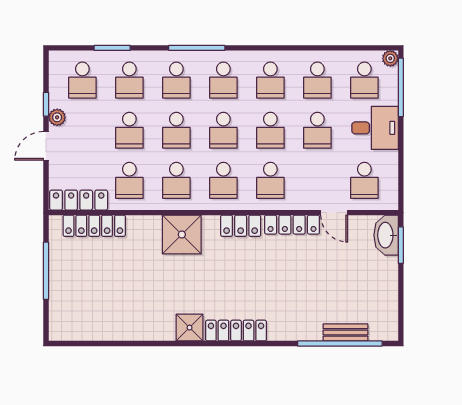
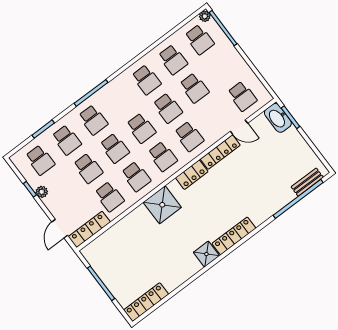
school desk: (223, 80) -> (120, 100), removed
desk: (375, 128) -> (226, 62), removed
door: (46, 146) -> (60, 229), moved
locker: (94, 226) -> (146, 302), moved, turned 180
bench: (345, 332) -> (307, 182), moved

